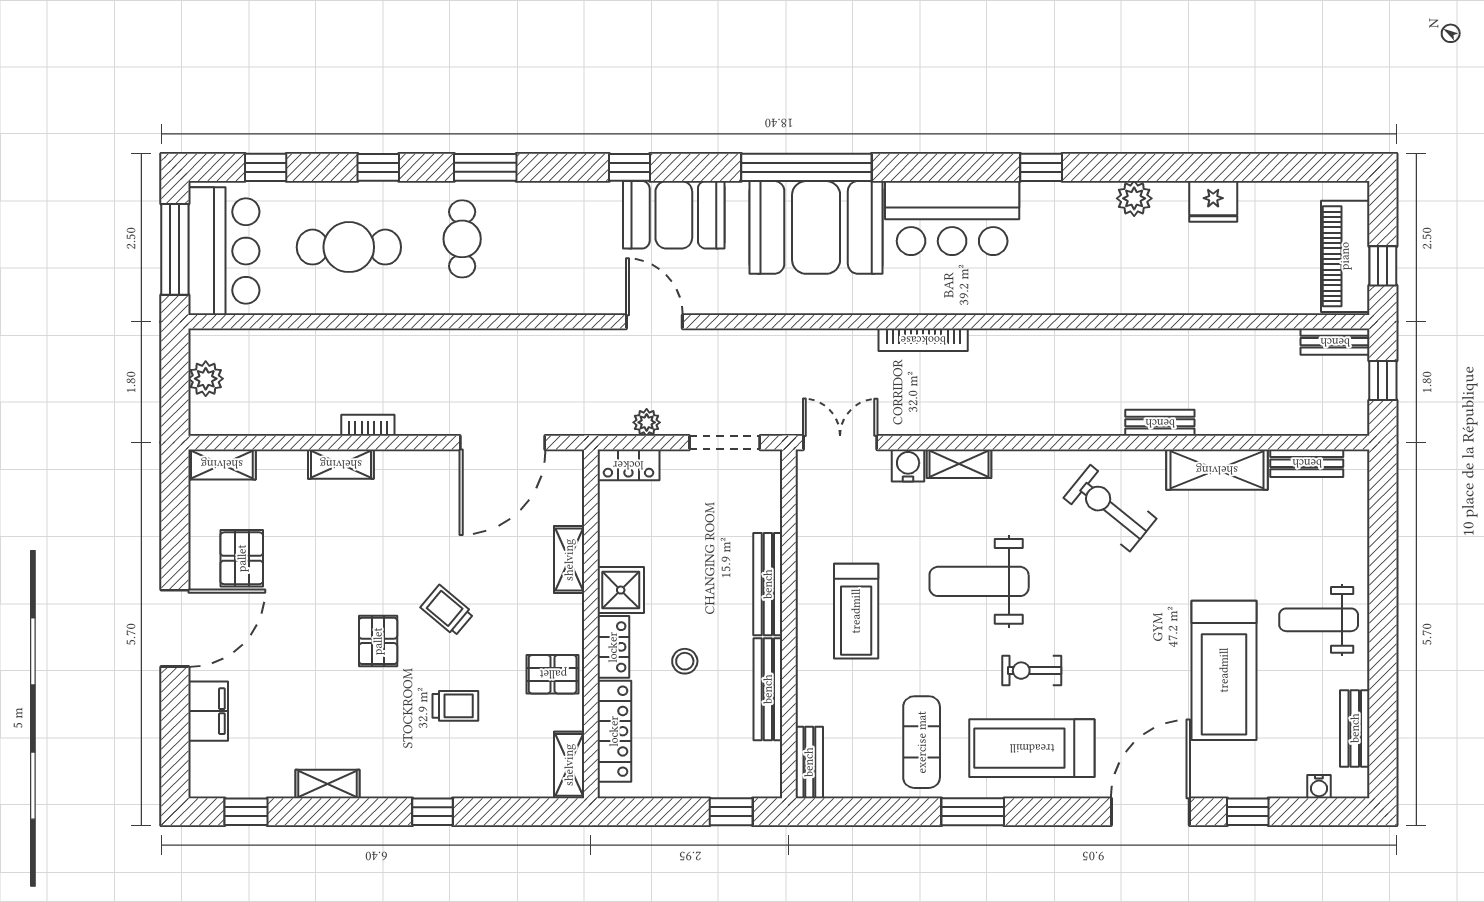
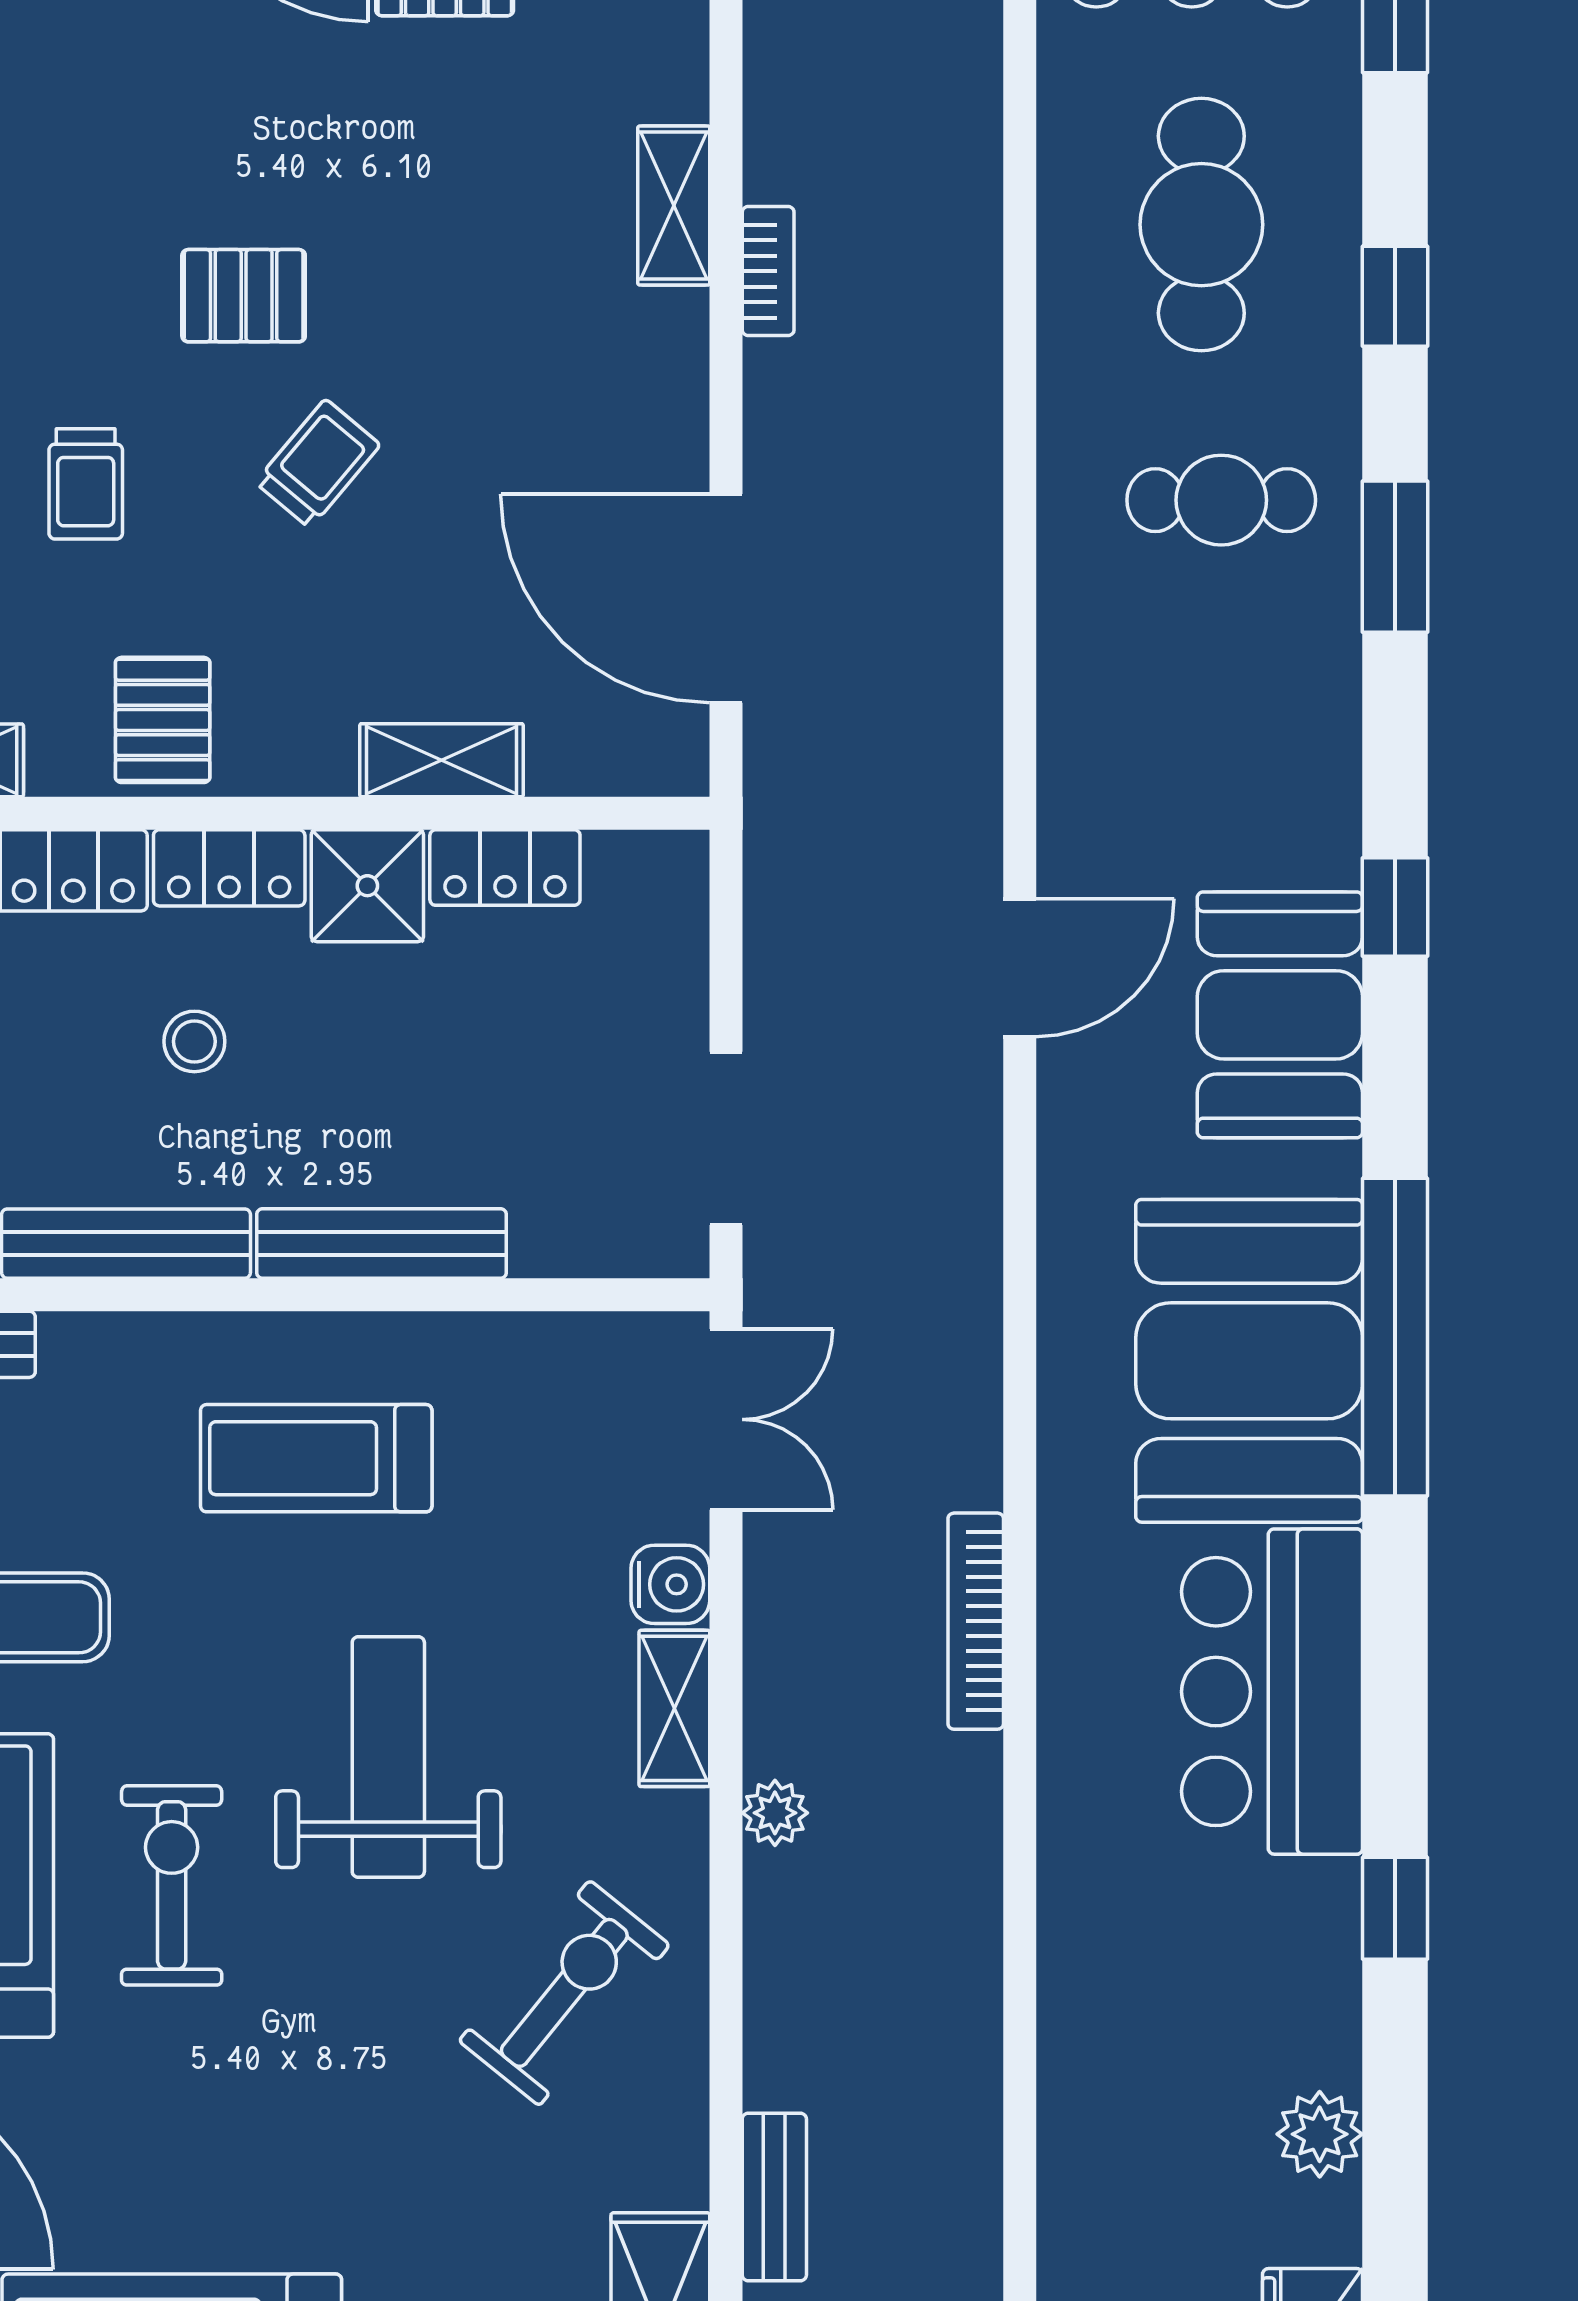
plant: (647, 422) -> (775, 1813), moved
locker: (628, 465) -> (505, 868), moved, turned -90
exercise bike: (1110, 508) -> (564, 1993), moved
exercise bike: (1032, 671) -> (172, 1885), width x1.38, depth x1.39

